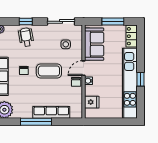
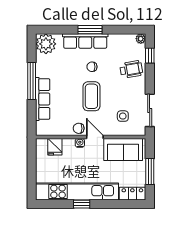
window: (26, 21) -> (150, 56), moved

